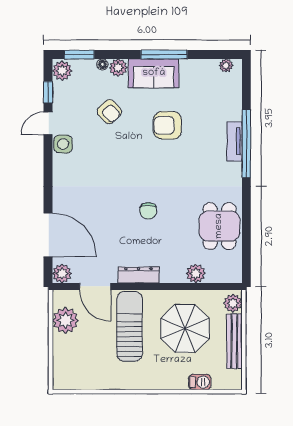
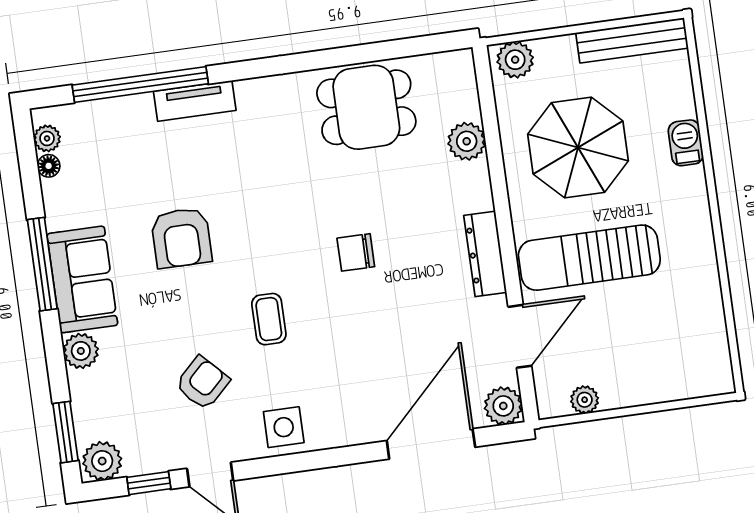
floor lamp: (102, 64) -> (49, 166), moved
armchair: (109, 112) -> (202, 383), moved
side table: (63, 144) -> (284, 427), moved
window: (246, 144) -> (140, 84), moved
coffee table: (121, 163) -> (269, 319), added
chair: (148, 211) -> (356, 252), turned 180
plant: (66, 320) -> (585, 400), width x0.53, depth x0.53
bench: (234, 341) -> (632, 40), moved
barbecue: (200, 382) -> (686, 143), moved

